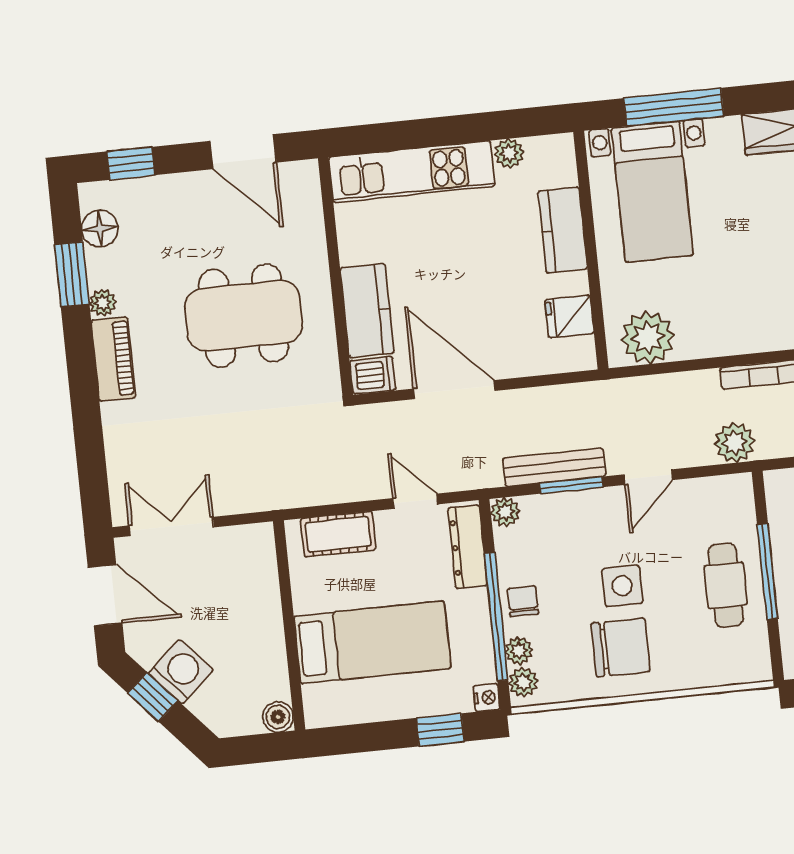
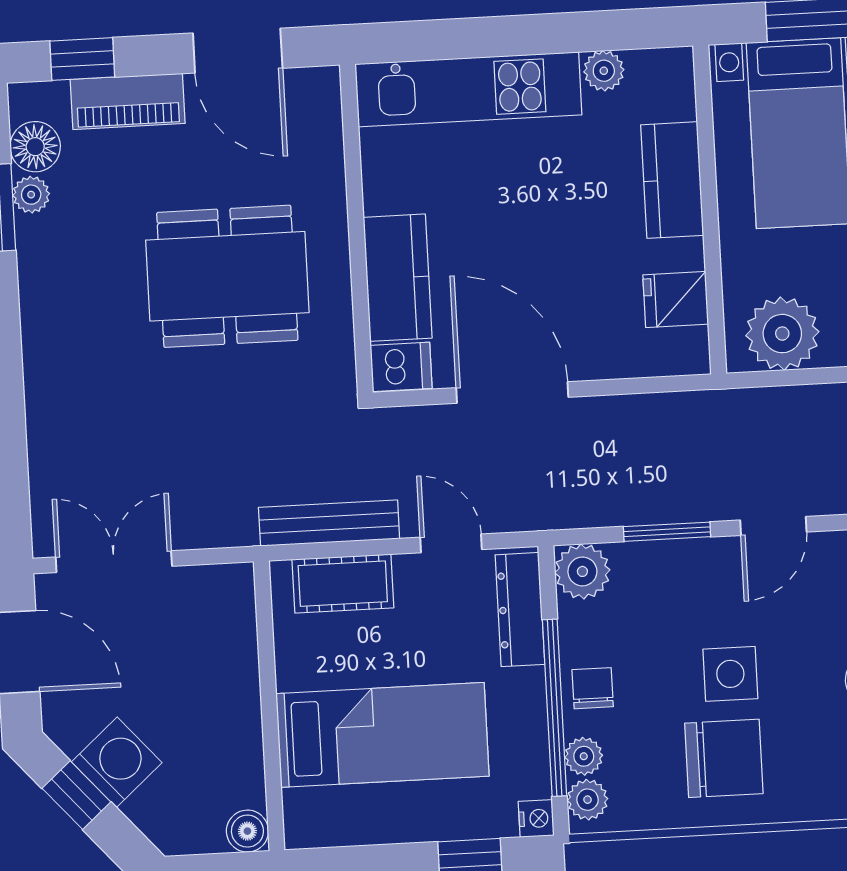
plant: (103, 303) -> (31, 195), moved
piano: (113, 359) -> (128, 101), moved, turned 90
bench: (554, 467) -> (329, 523), moved
plant: (505, 512) -> (582, 571), width x1.38, depth x1.38

